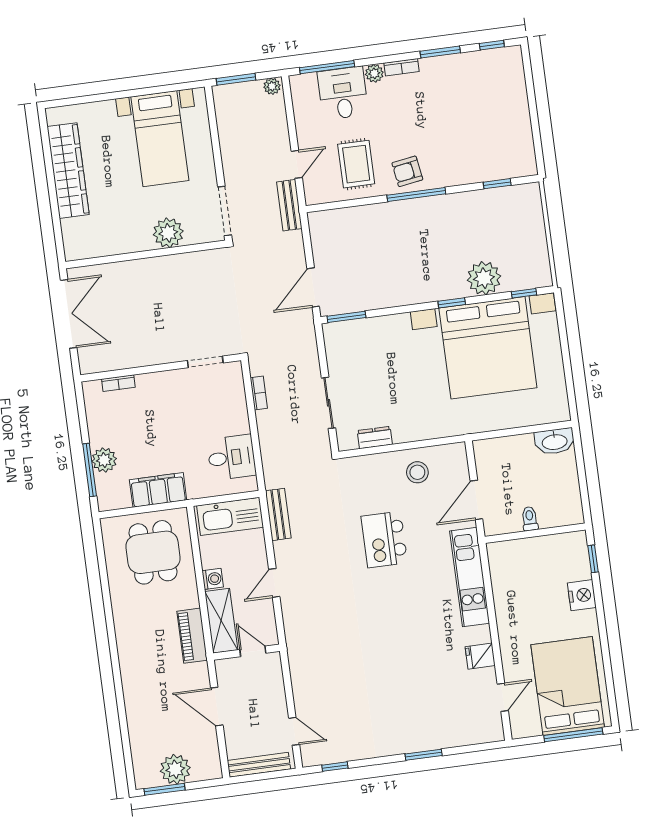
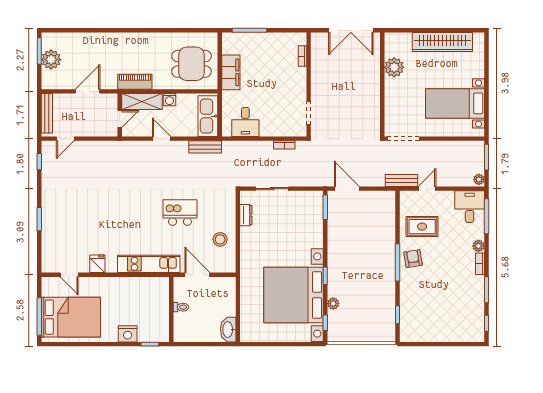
desk: (343, 93) -> (470, 207), moved, turned -90
door: (297, 164) -> (427, 189), swing flipped
plant: (168, 233) -> (394, 67), moved
plant: (484, 278) -> (333, 304), width x0.53, depth x0.53
plant: (104, 460) -> (255, 40), removed

